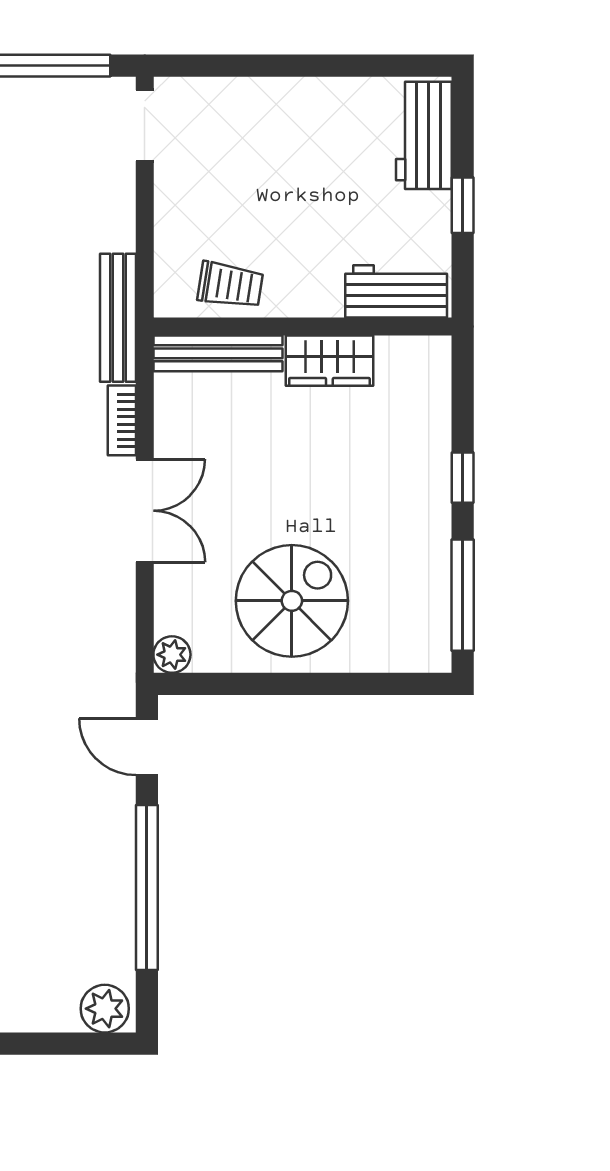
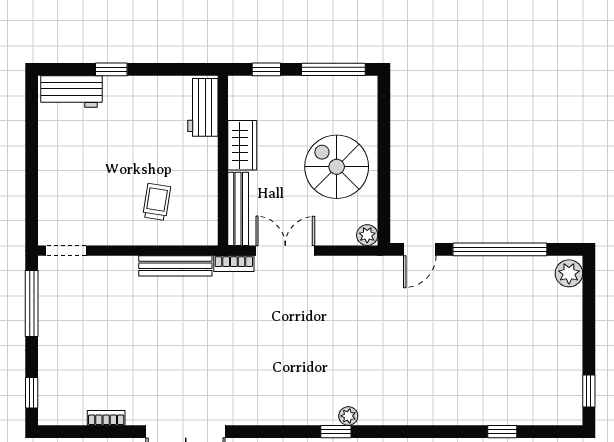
workbench: (396, 291) -> (203, 107), moved
wall: (303, 327) -> (223, 161), moved
bench: (218, 353) -> (238, 209), moved
wardrobe: (329, 361) -> (242, 145), moved

